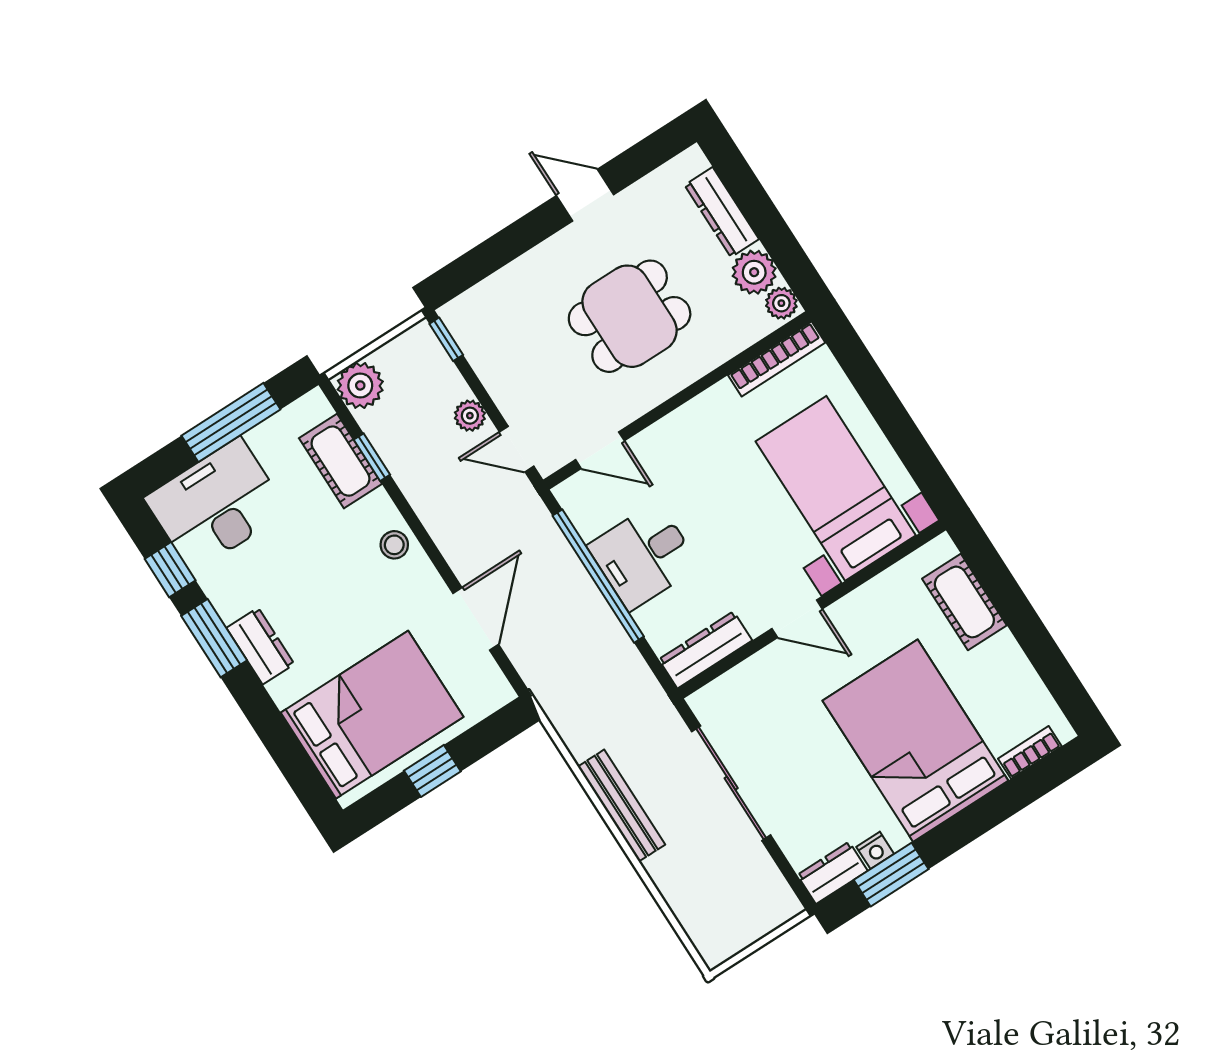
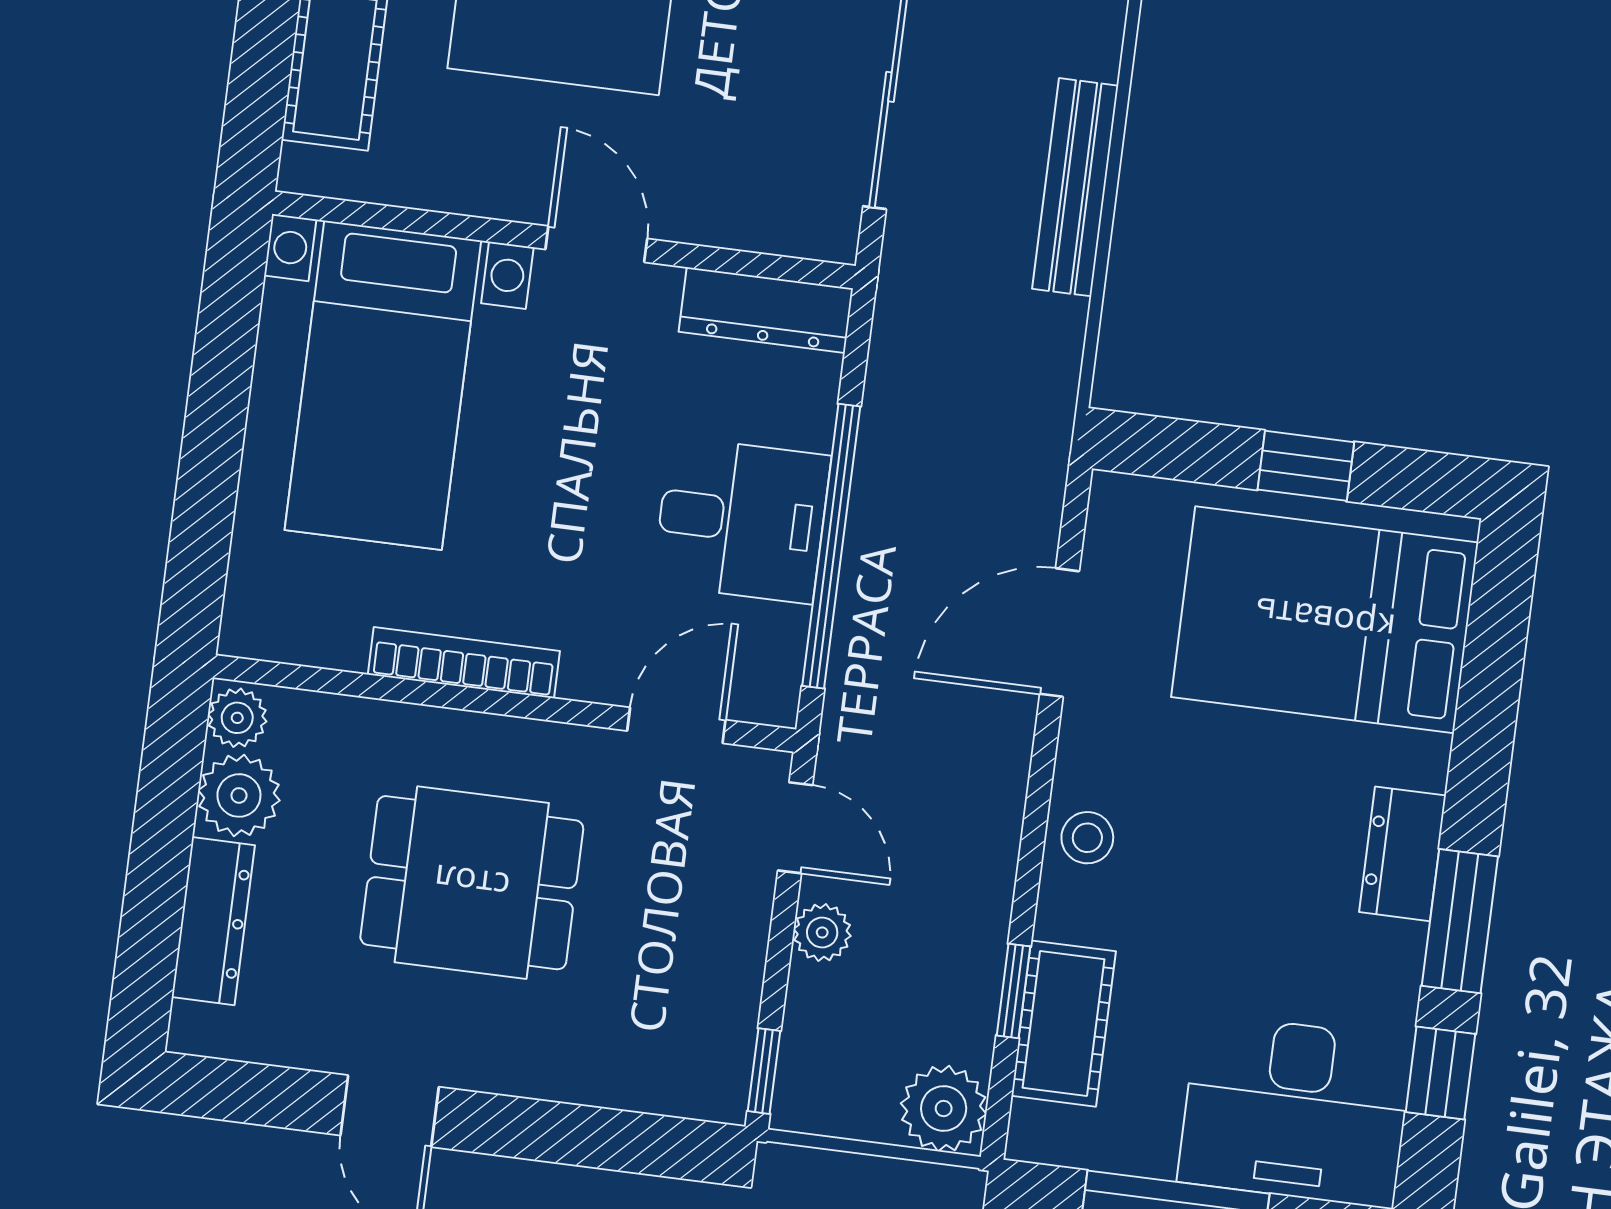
bookcase: (777, 359) -> (464, 663), moved
door: (600, 450) -> (676, 725), hinge flipped

